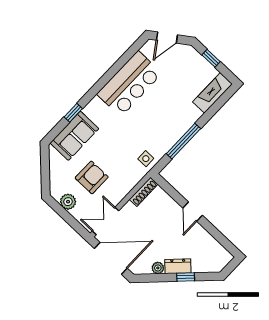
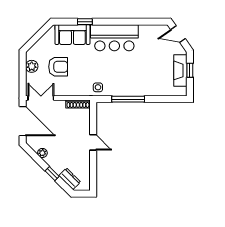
bar counter: (129, 84) -> (114, 38), moved
fireplace: (212, 93) -> (180, 70), moved, turned -90
door: (193, 212) -> (93, 142), swing flipped
dresser: (178, 266) -> (70, 179), moved

